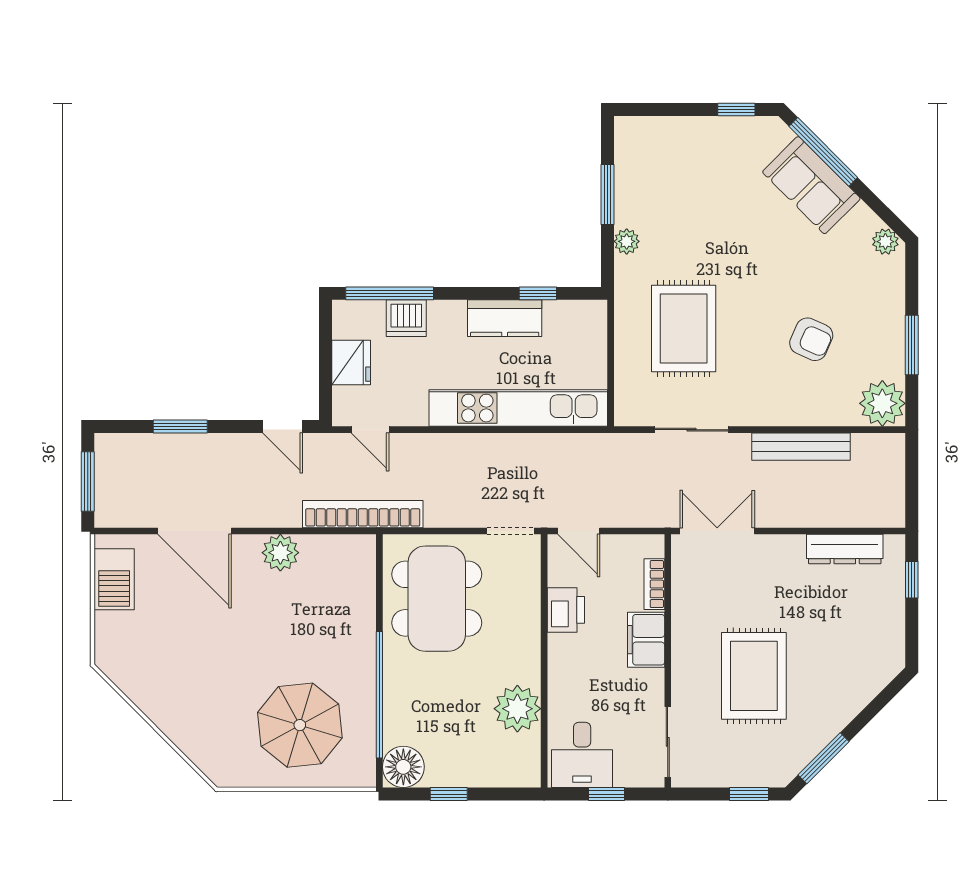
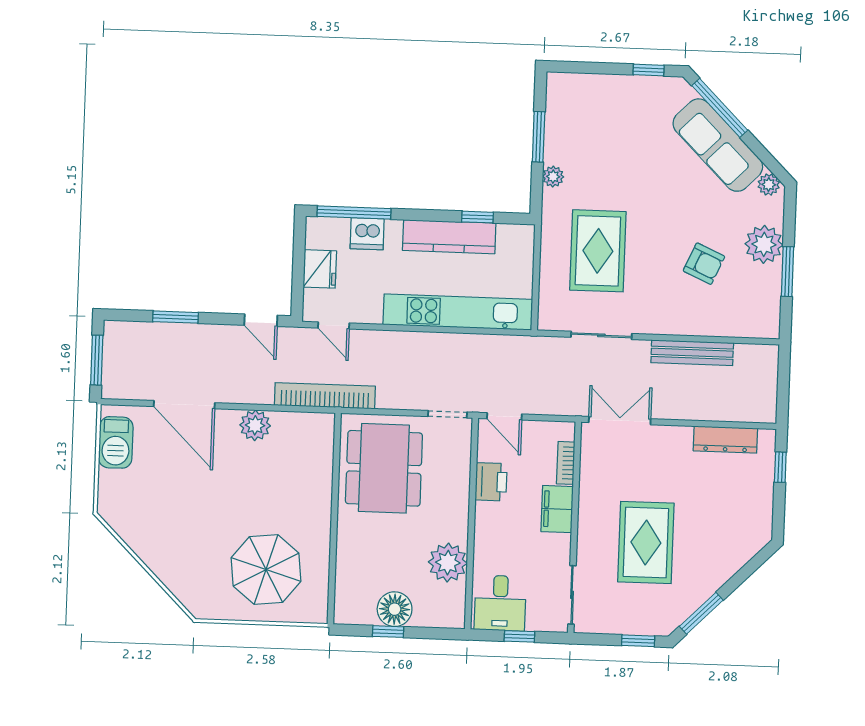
sofa: (811, 185) -> (718, 145), width x1.36
kitchen counter: (505, 318) -> (449, 237), width x1.50
plant: (882, 403) -> (764, 244), moved
window: (379, 695) -> (333, 547), removed
floor lamp: (403, 767) -> (395, 609), moved

